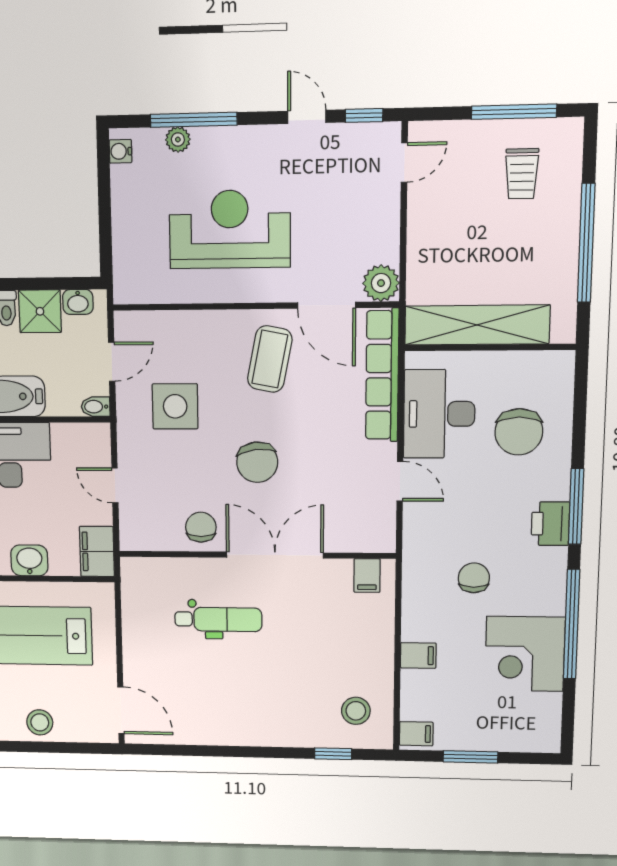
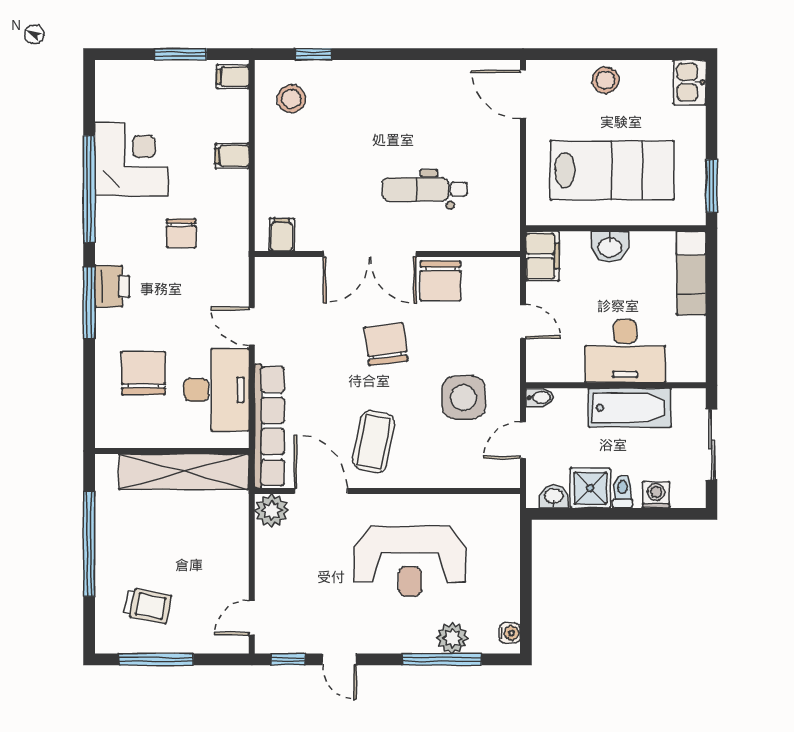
plant: (178, 139) -> (452, 638), width x1.38, depth x1.38
trolley: (522, 174) -> (148, 606), turned 101
chair: (201, 527) -> (441, 281), width x1.37, depth x1.37

